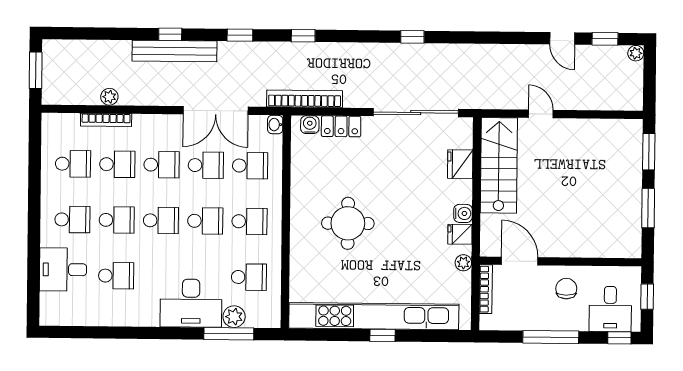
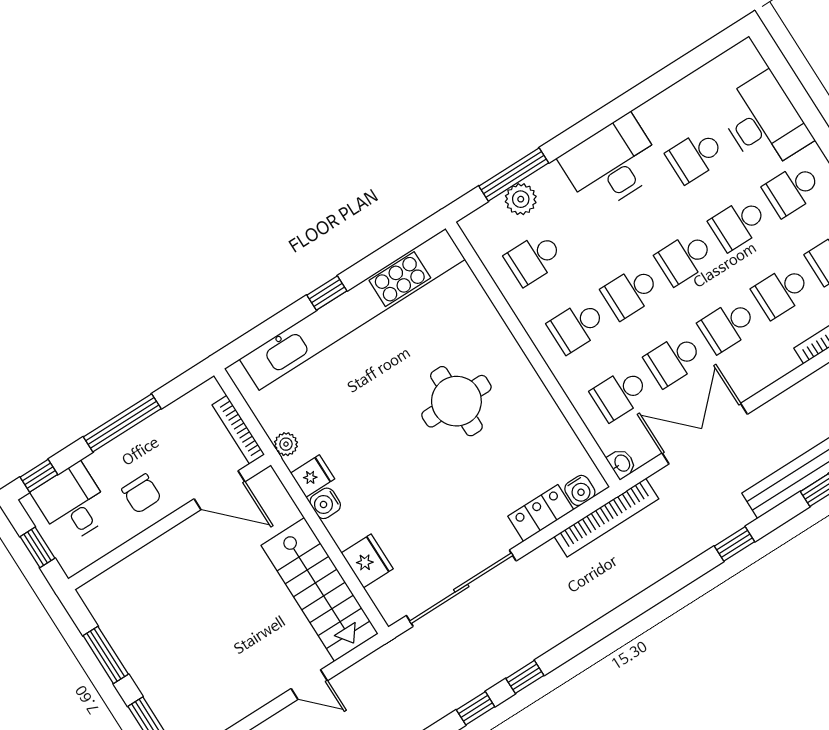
window: (303, 36) -> (476, 708), moved
desk: (63, 270) -> (764, 122), width x1.37
desk: (191, 303) -> (612, 164), moved

